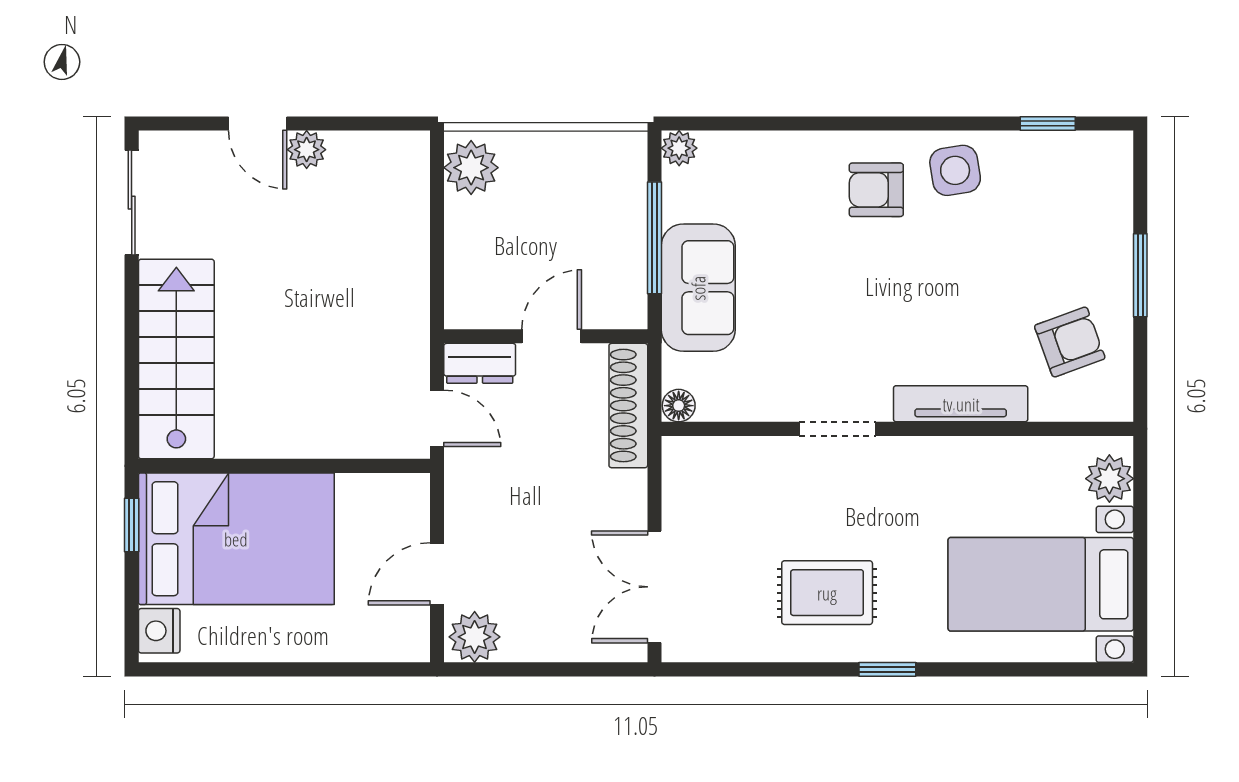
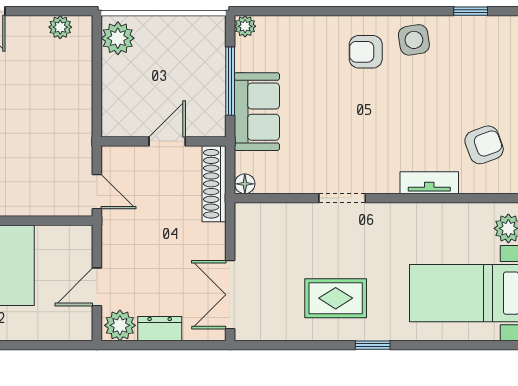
plant: (307, 150) -> (60, 27), moved
dresser: (480, 363) -> (160, 329), moved, turned 180
tv unit: (961, 404) -> (429, 183), width x0.71

